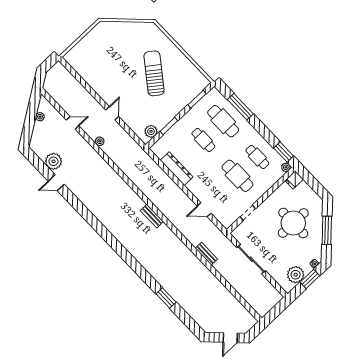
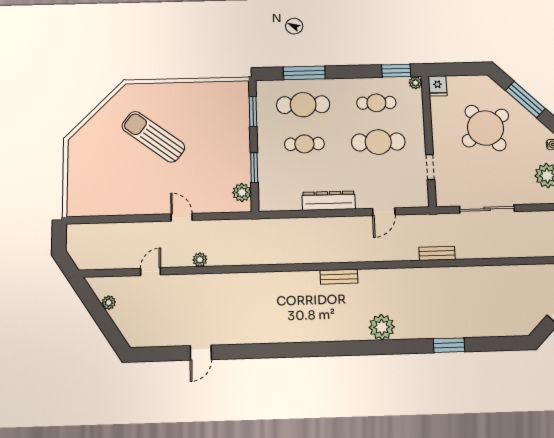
sun lounger: (154, 73) -> (153, 137), moved
plant: (53, 161) -> (382, 327), moved
dresser: (177, 169) -> (329, 201), moved
round table: (293, 223) -> (485, 128), turned -36

